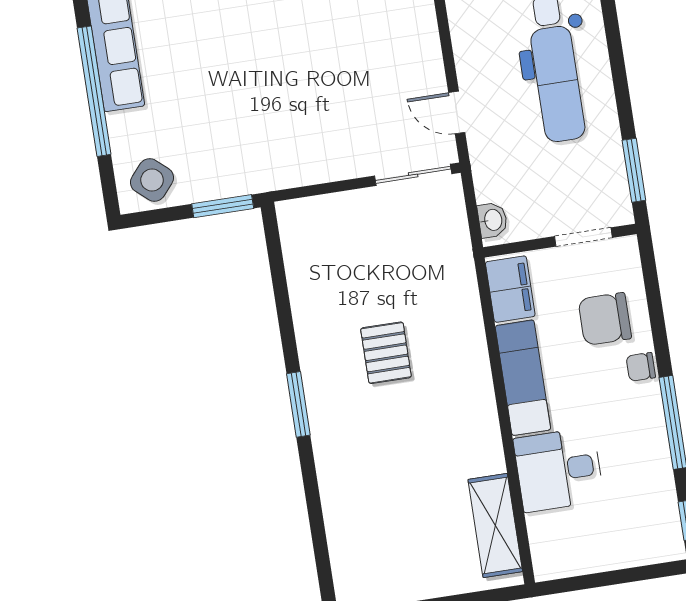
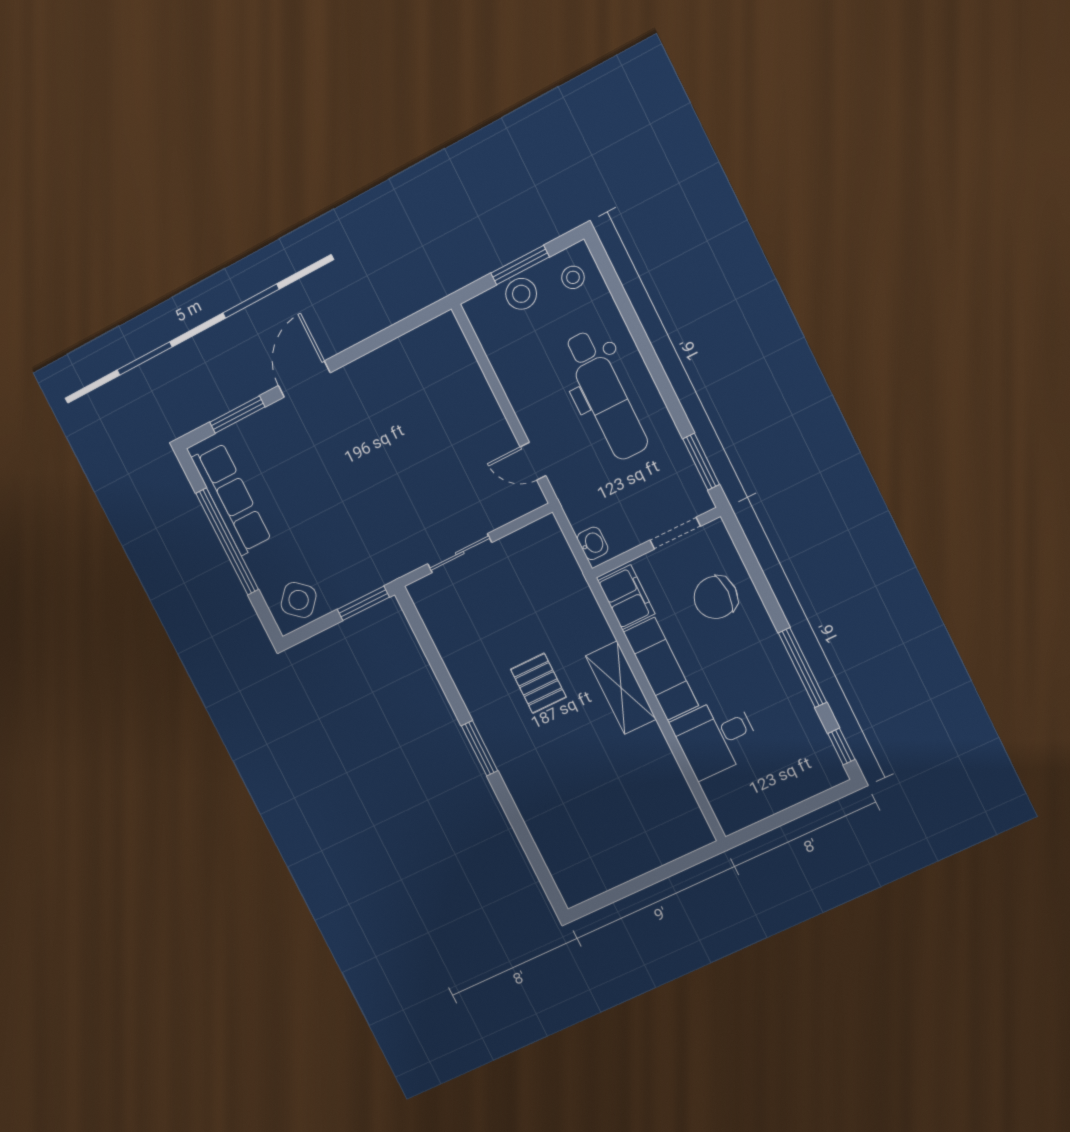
sliding door: (413, 175) -> (460, 553), moved
chair: (641, 367) -> (760, 629), removed
shelving: (495, 525) -> (621, 688), moved

